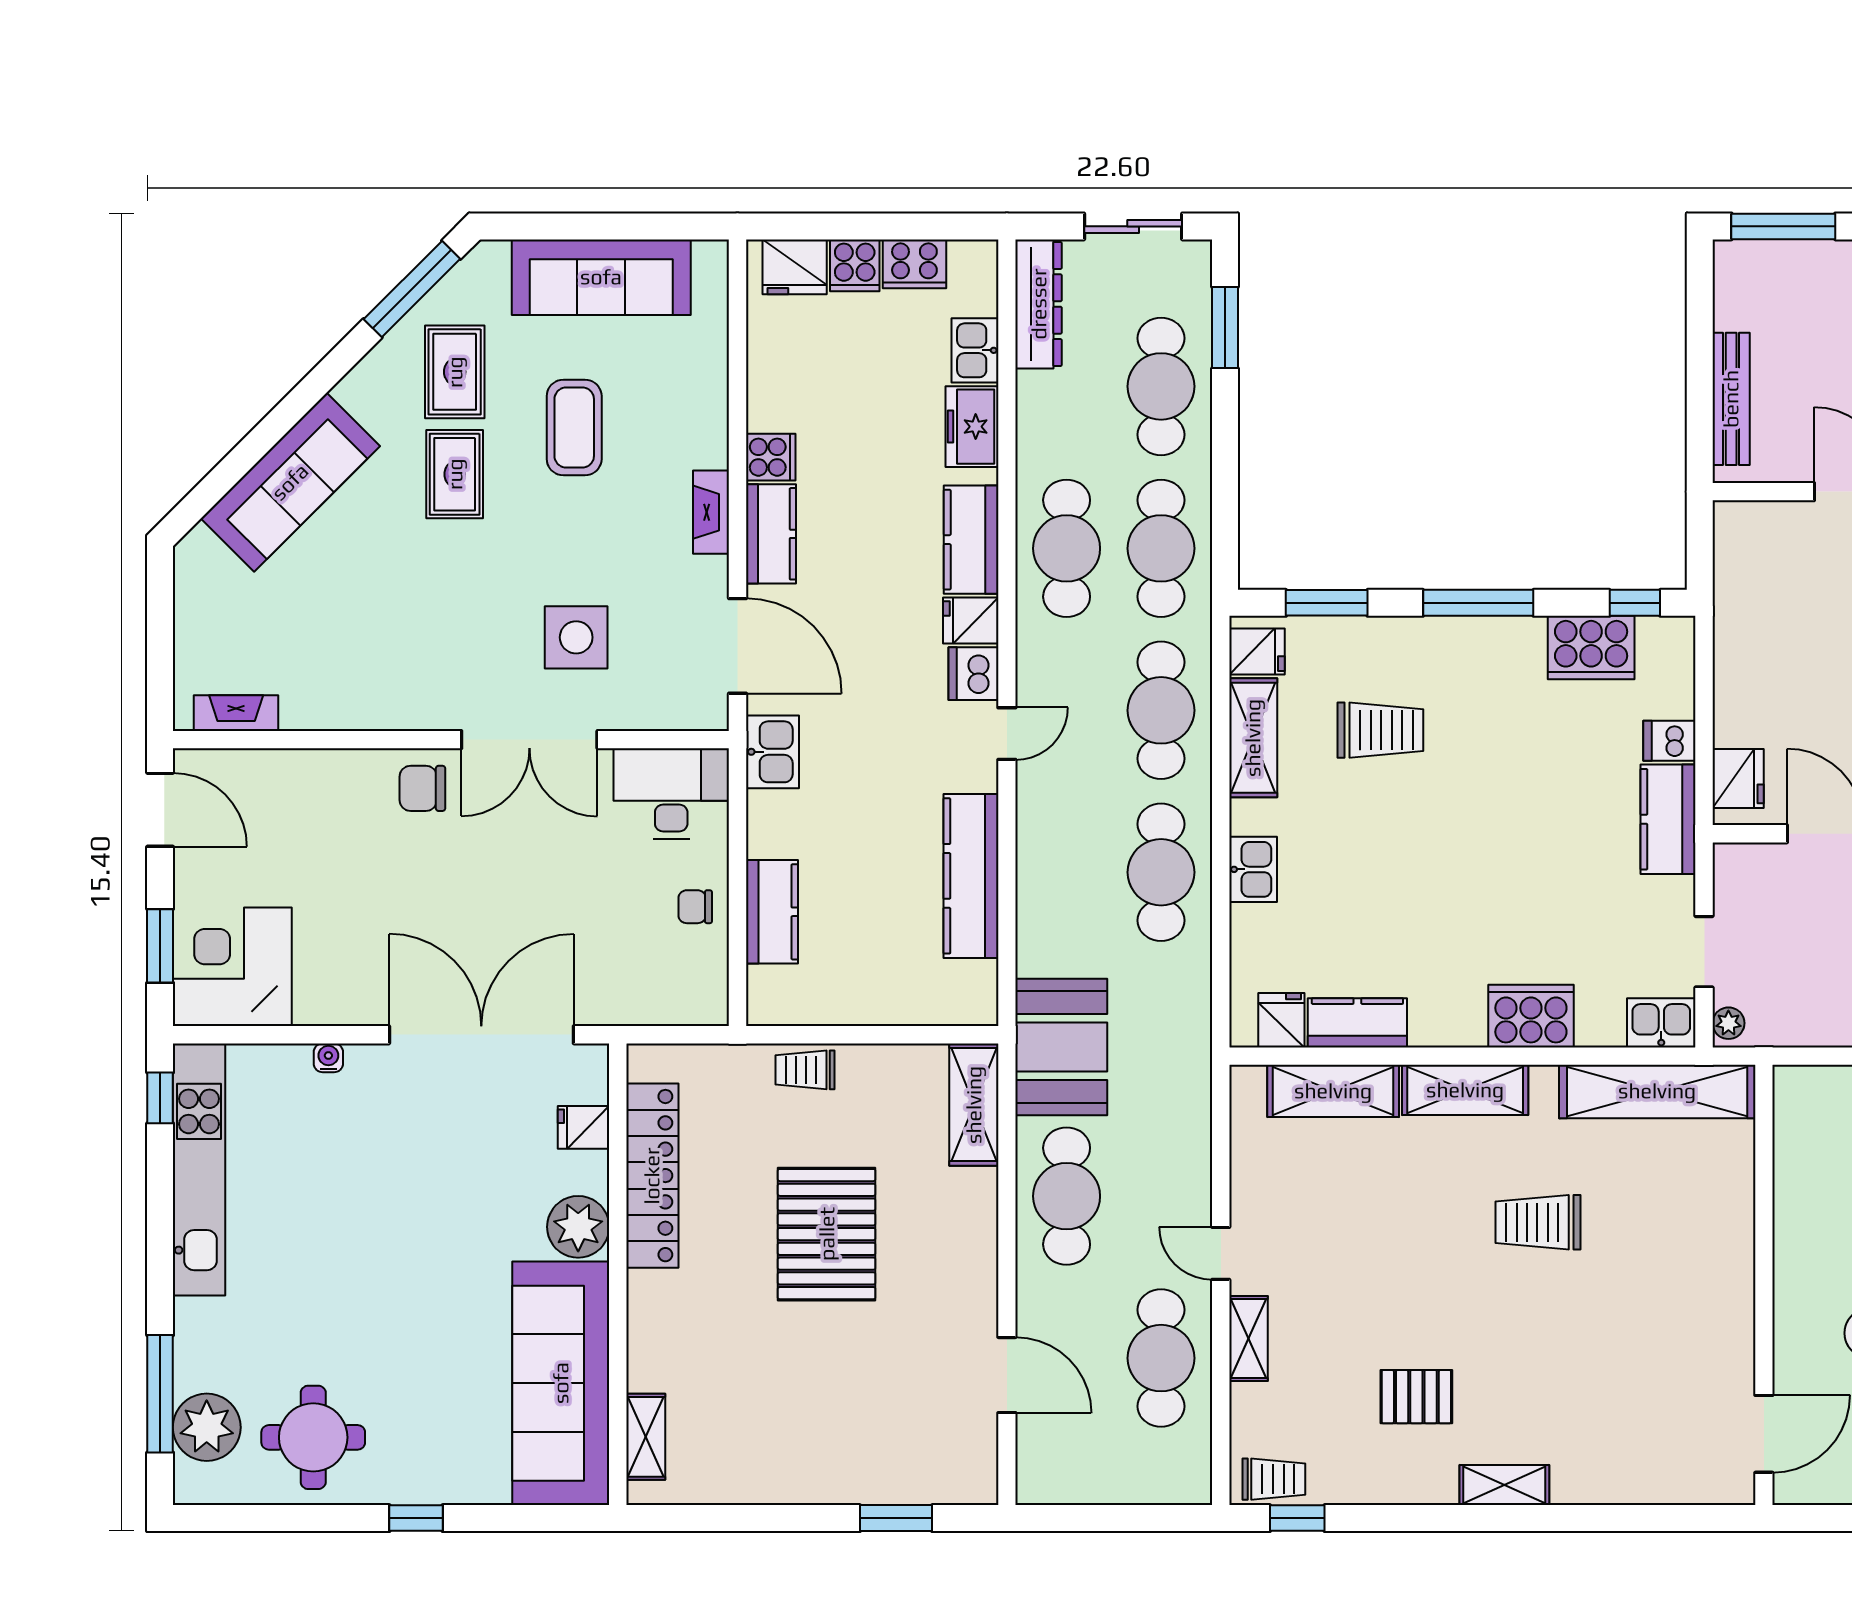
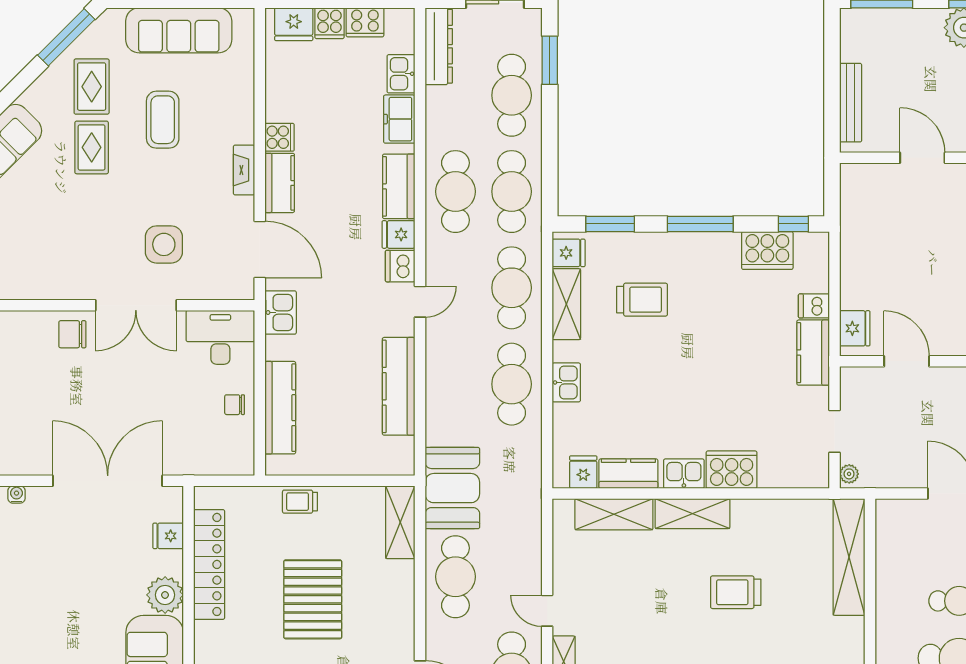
kitchen counter: (772, 912) -> (280, 408), width x1.50
kitchen sink: (1661, 1023) -> (684, 474), moved
shelving: (1657, 1091) -> (849, 557), moved, turned 90

